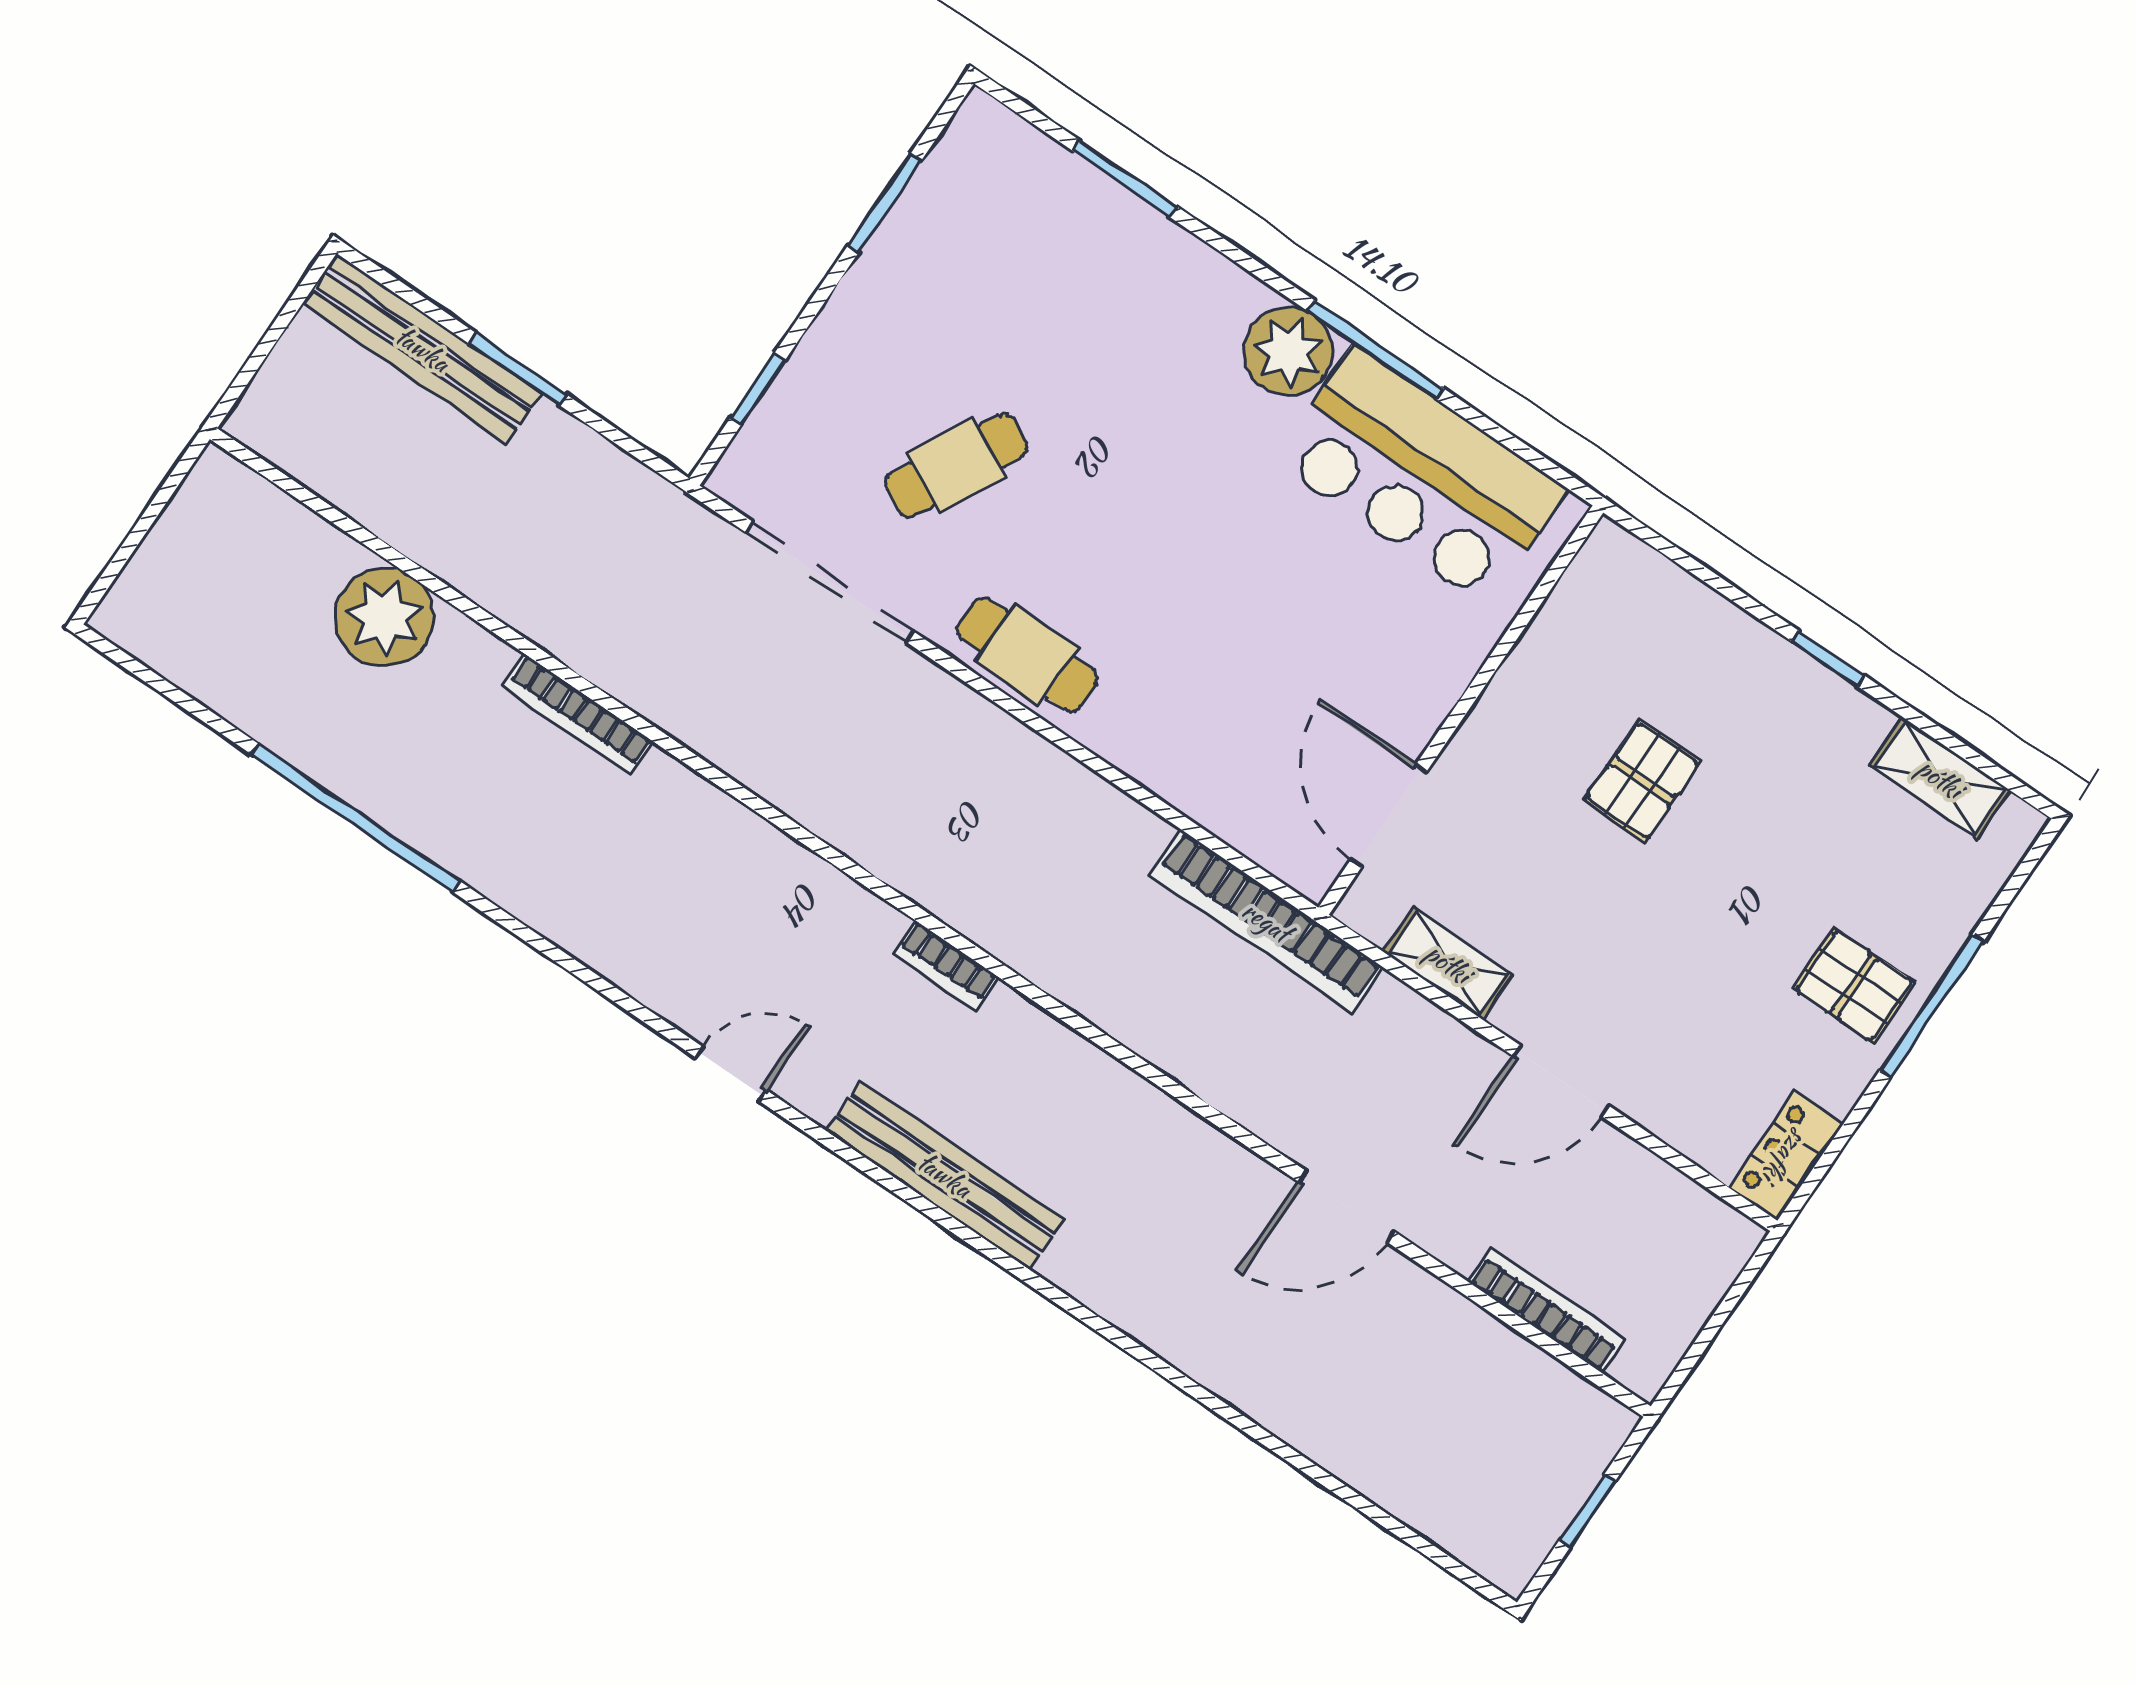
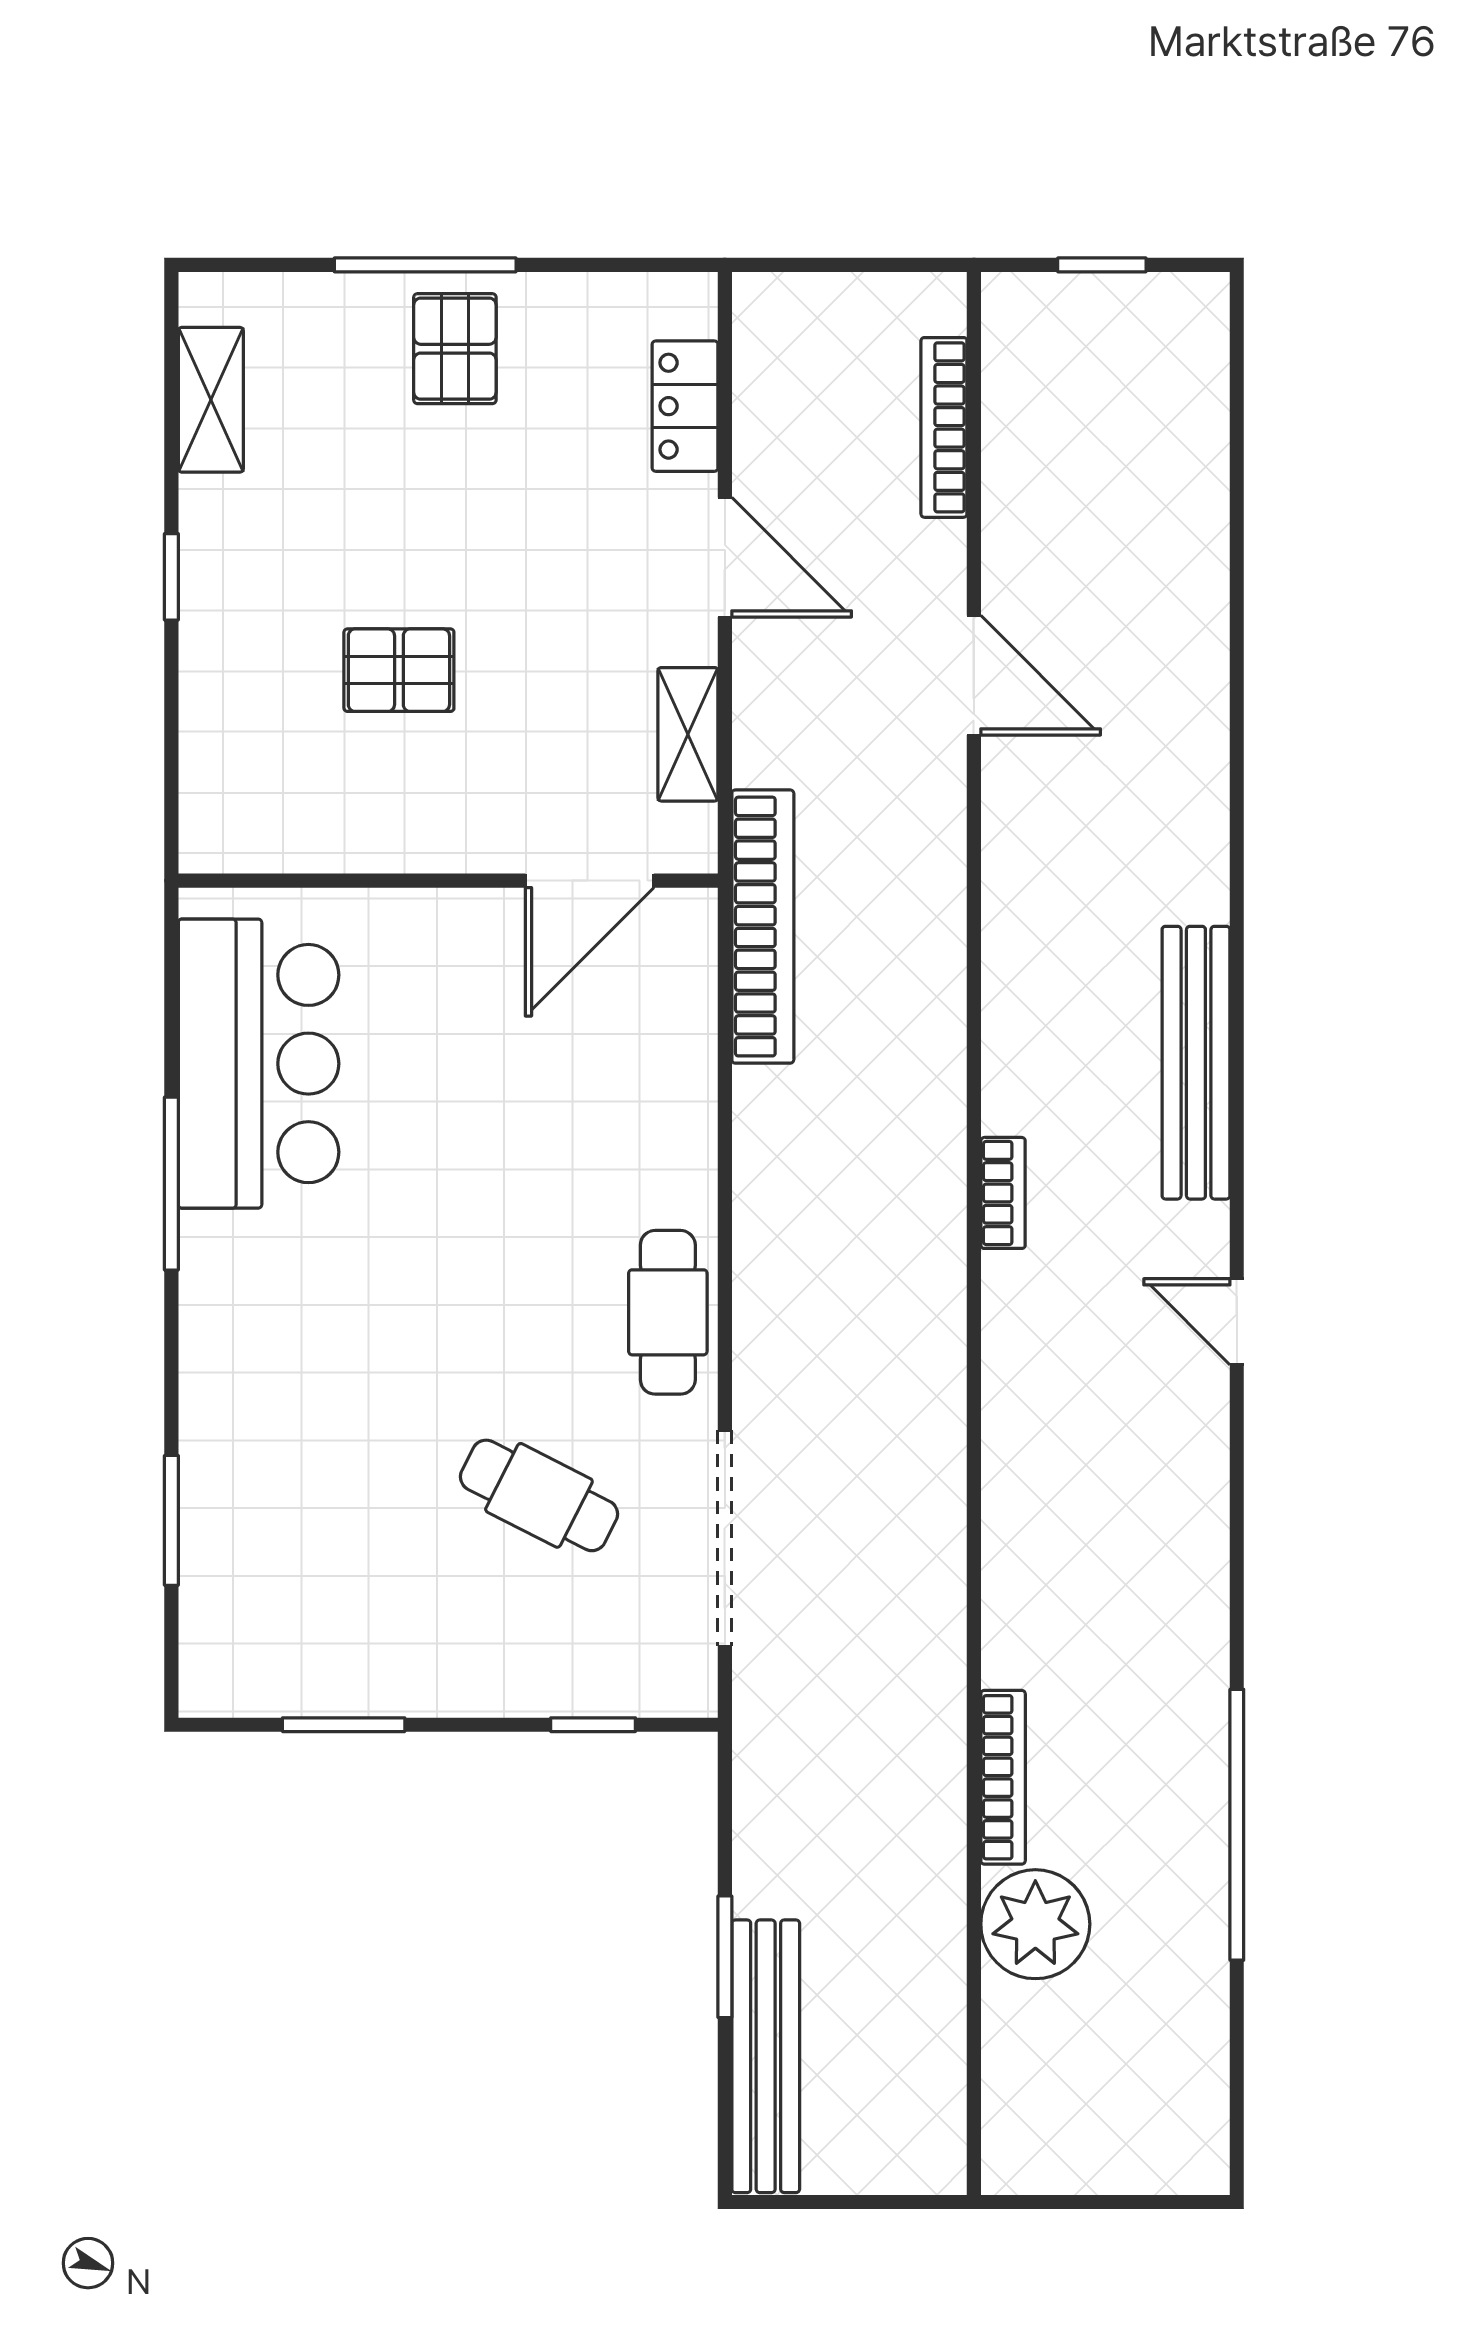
plant: (1288, 351) -> (227, 1263), removed
bookcase: (578, 714) -> (1003, 1777), moved
locker: (1786, 1156) -> (685, 406), moved, turned 90

